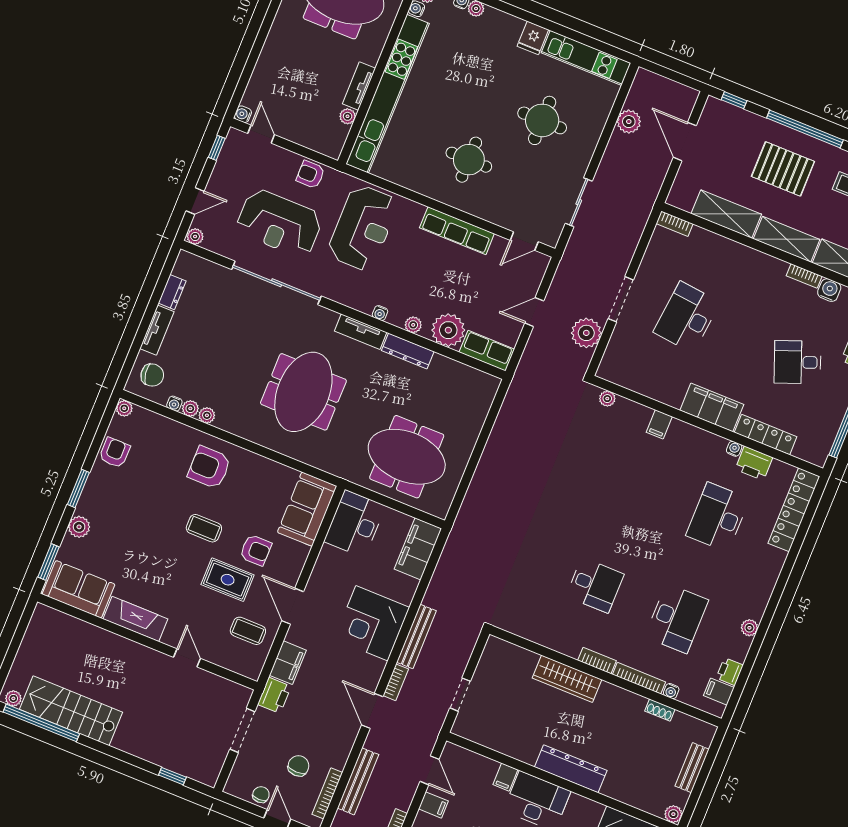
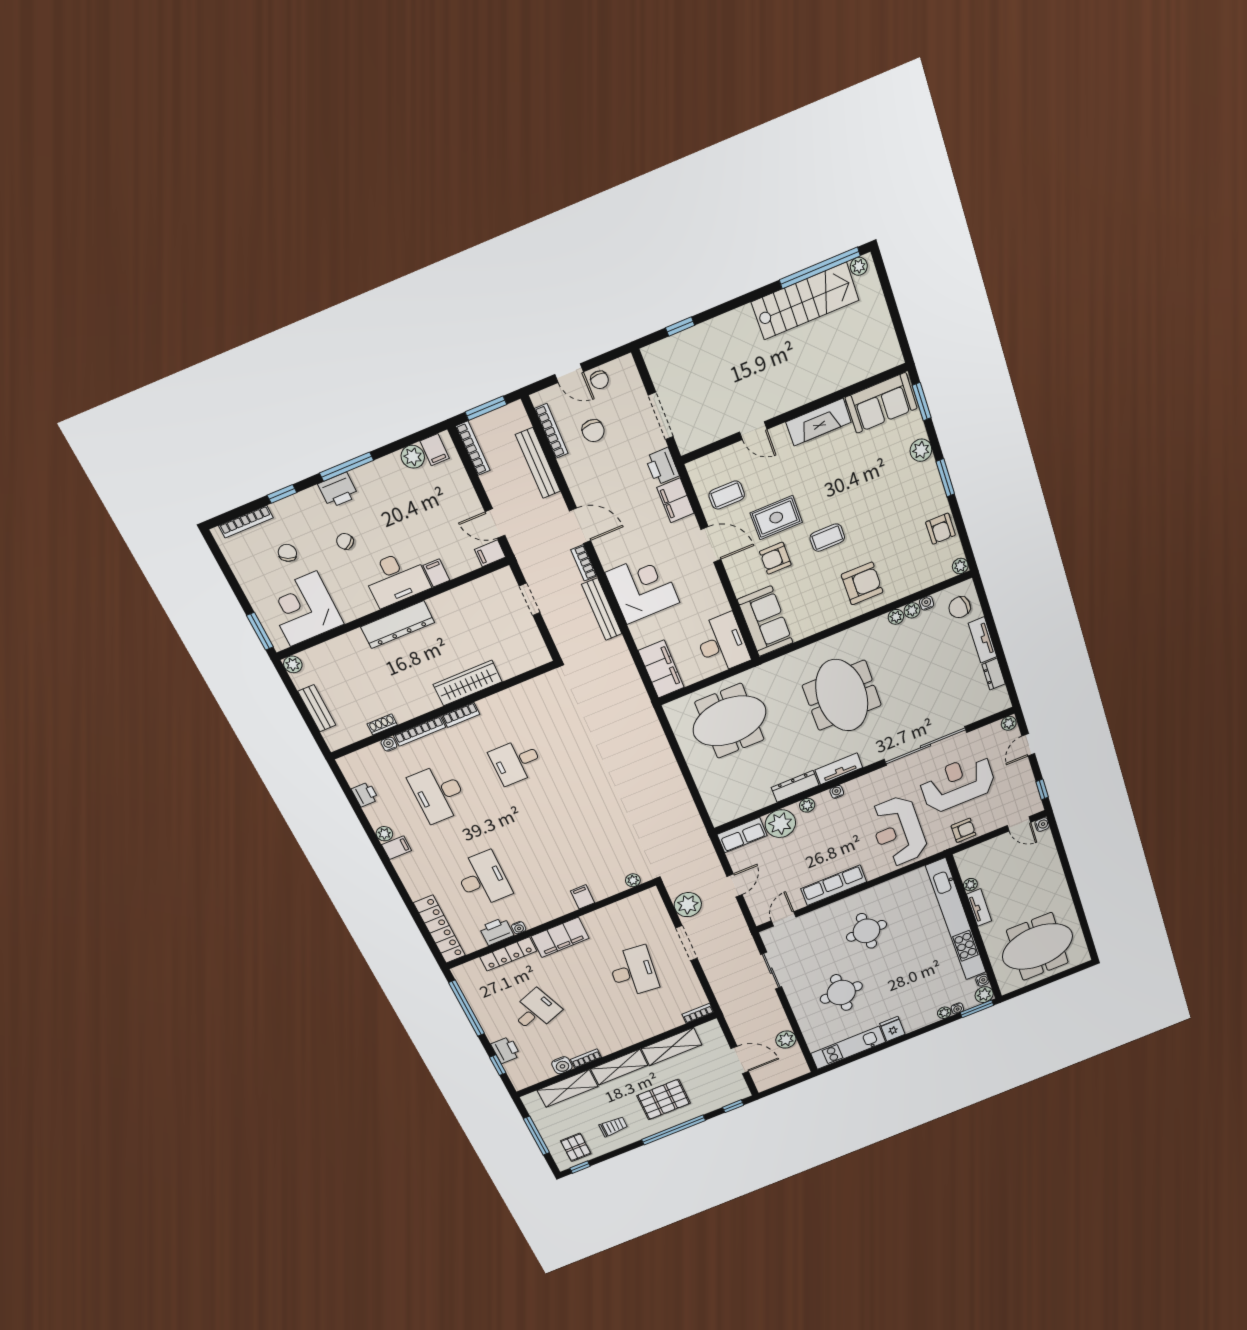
filing cabinet: (719, 692) -> (397, 848), moved
filing cabinet: (433, 805) -> (490, 553), moved

